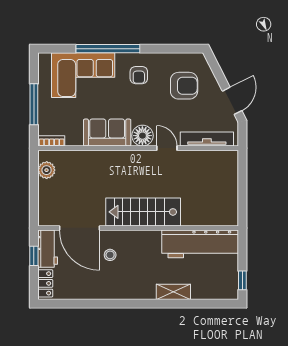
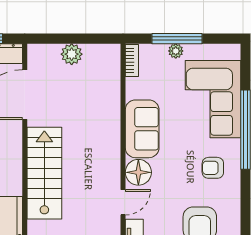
plant: (44, 105) -> (176, 51), added
plant: (47, 170) -> (72, 54), moved

